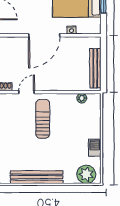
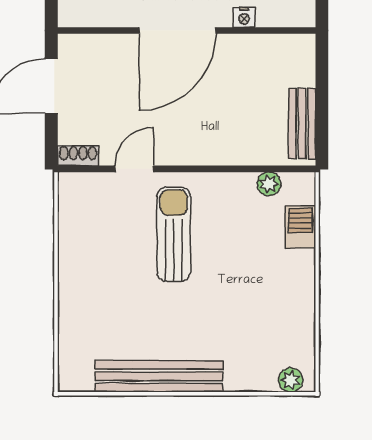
bench: (95, 68) -> (302, 124), width x0.73
barbecue: (95, 148) -> (300, 227), moved
plant: (86, 174) -> (291, 380), width x0.53, depth x0.53

